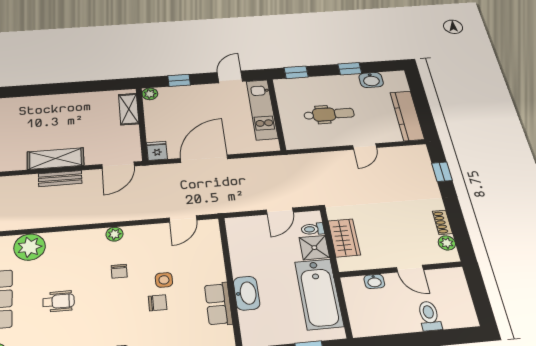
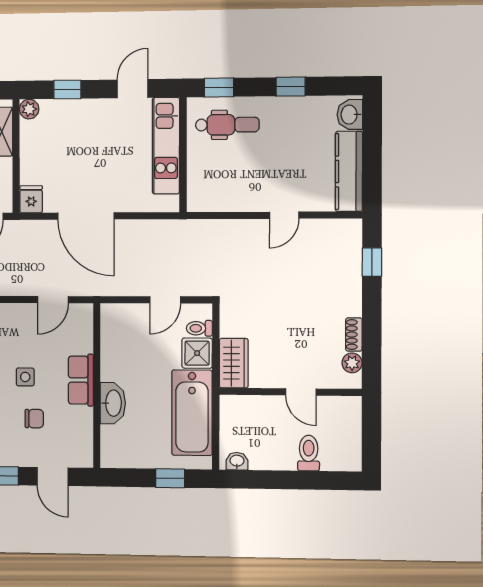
washbasin: (371, 80) -> (350, 115), moved, turned 90
dental chair: (329, 114) -> (227, 125), moved
door: (204, 159) -> (86, 216), swing flipped
wardrobe: (344, 238) -> (234, 363), moved
washbasin: (374, 281) -> (237, 461), moved, turned 180
chair: (158, 303) -> (34, 419), moved
row of seats: (218, 304) -> (81, 380), moved

